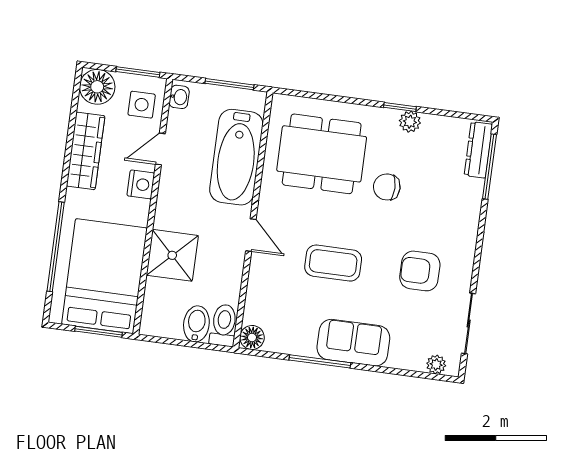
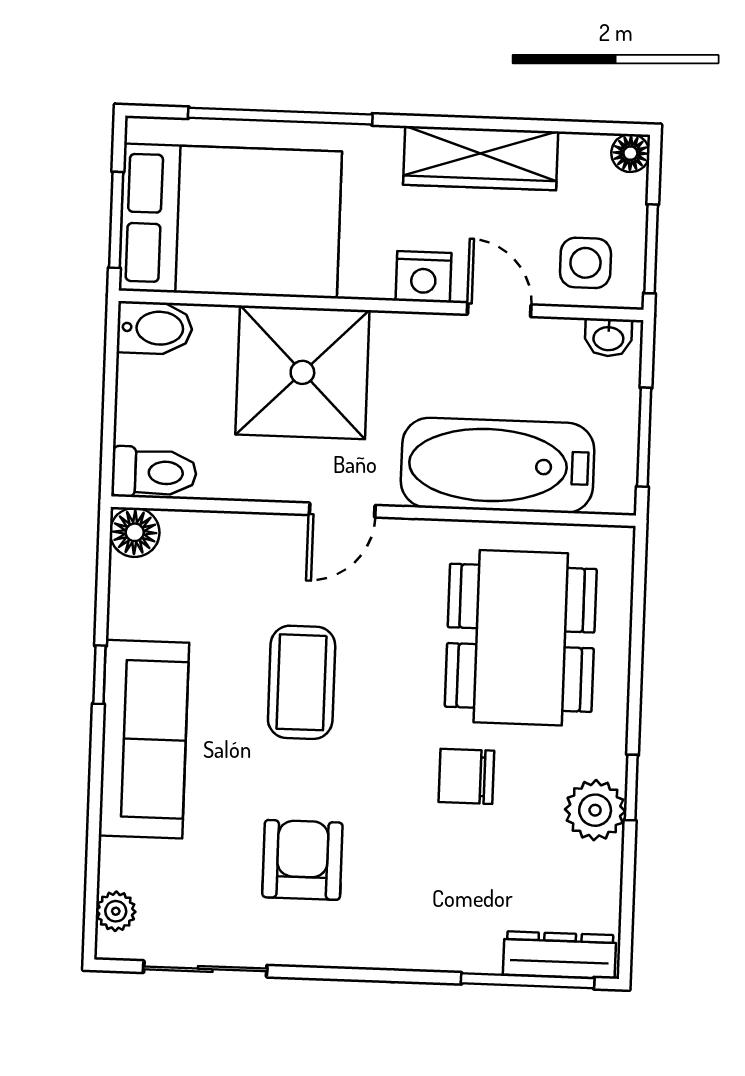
floor lamp: (97, 87) -> (630, 153), width x0.53, depth x0.53
plant: (410, 122) -> (595, 810), width x1.38, depth x1.38
chair: (387, 187) -> (466, 776), turned -90
shower: (172, 255) -> (302, 372), width x1.37, depth x1.37
bidet: (196, 324) -> (155, 328), moved
sofa: (353, 343) -> (144, 739), width x1.36
window: (320, 361) -> (99, 675), width x0.46

